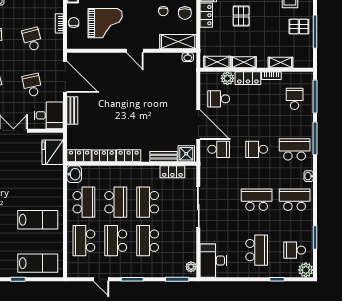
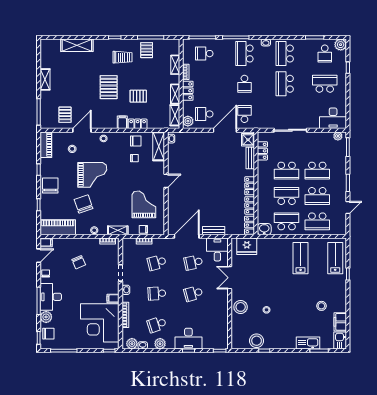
plant: (227, 78) -> (188, 121), moved
school desk: (219, 99) -> (204, 114), turned 90

